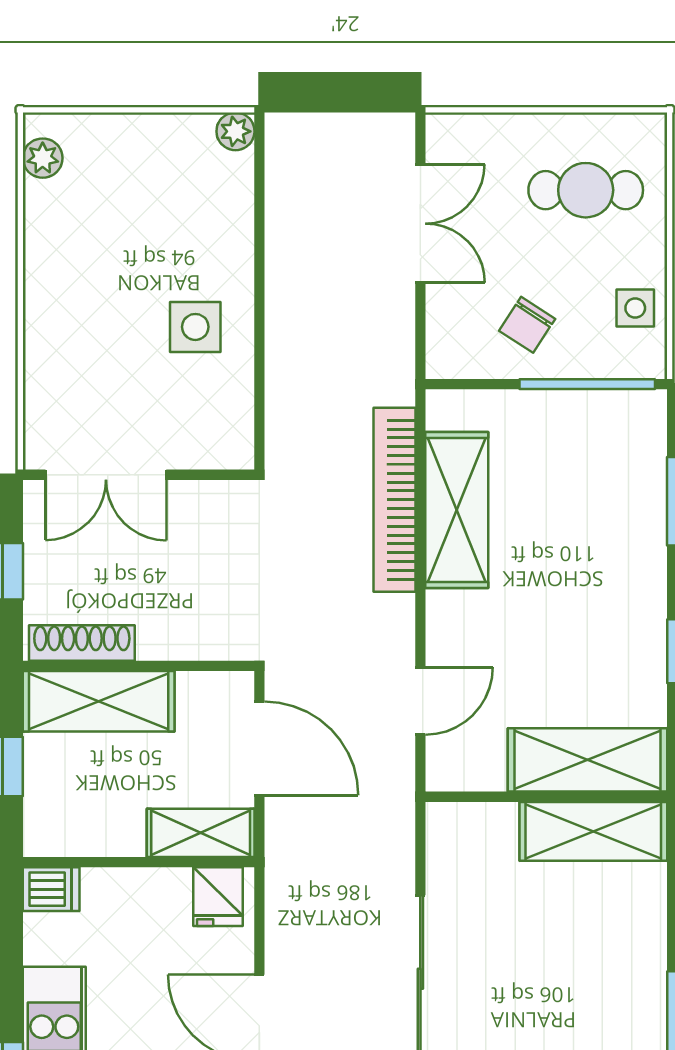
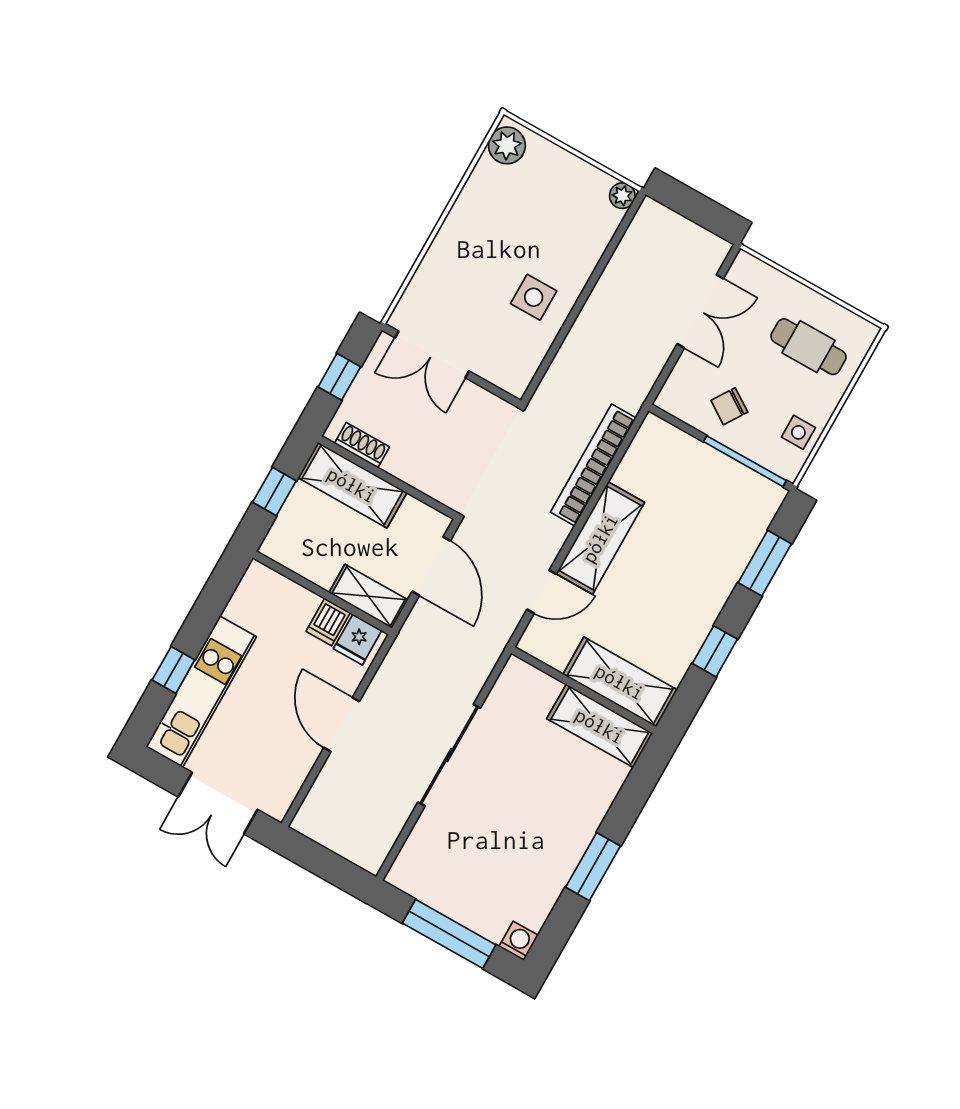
plant: (43, 158) -> (507, 145), width x1.38, depth x1.38
shelving: (457, 510) -> (600, 538), moved
shoe rack: (82, 643) -> (362, 445), width x0.70
dishwasher: (51, 889) -> (328, 622), moved, turned 90

